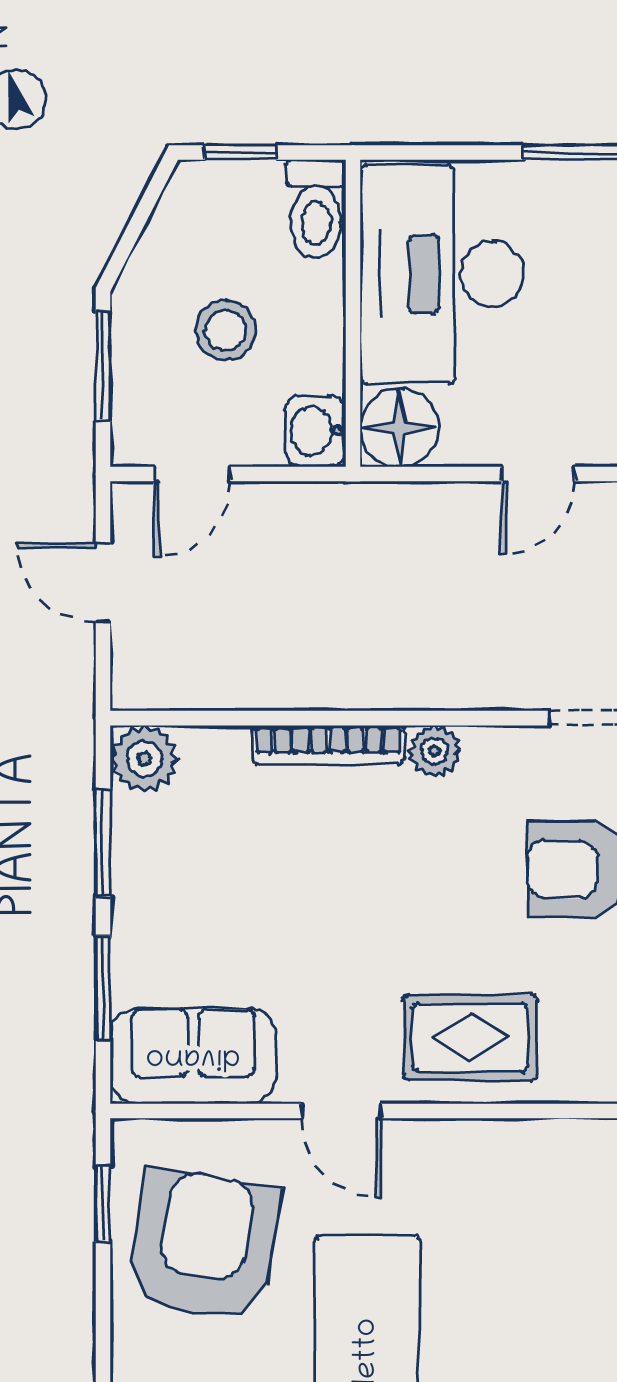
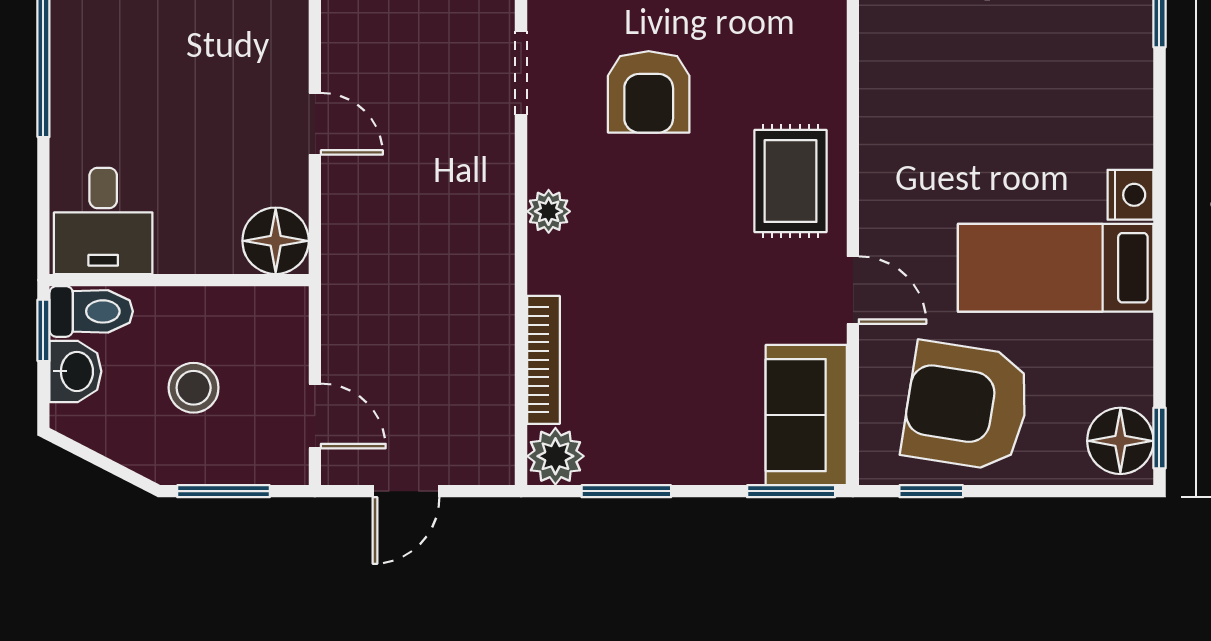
window: (241, 152) -> (43, 330), moved
desk: (442, 274) -> (103, 221), width x0.53, depth x0.77
washbasin: (315, 431) -> (75, 371), moved, turned -90
bookcase: (328, 745) -> (543, 360), moved
window: (103, 988) -> (791, 491), moved
door: (341, 1111) -> (853, 290), hinge flipped

